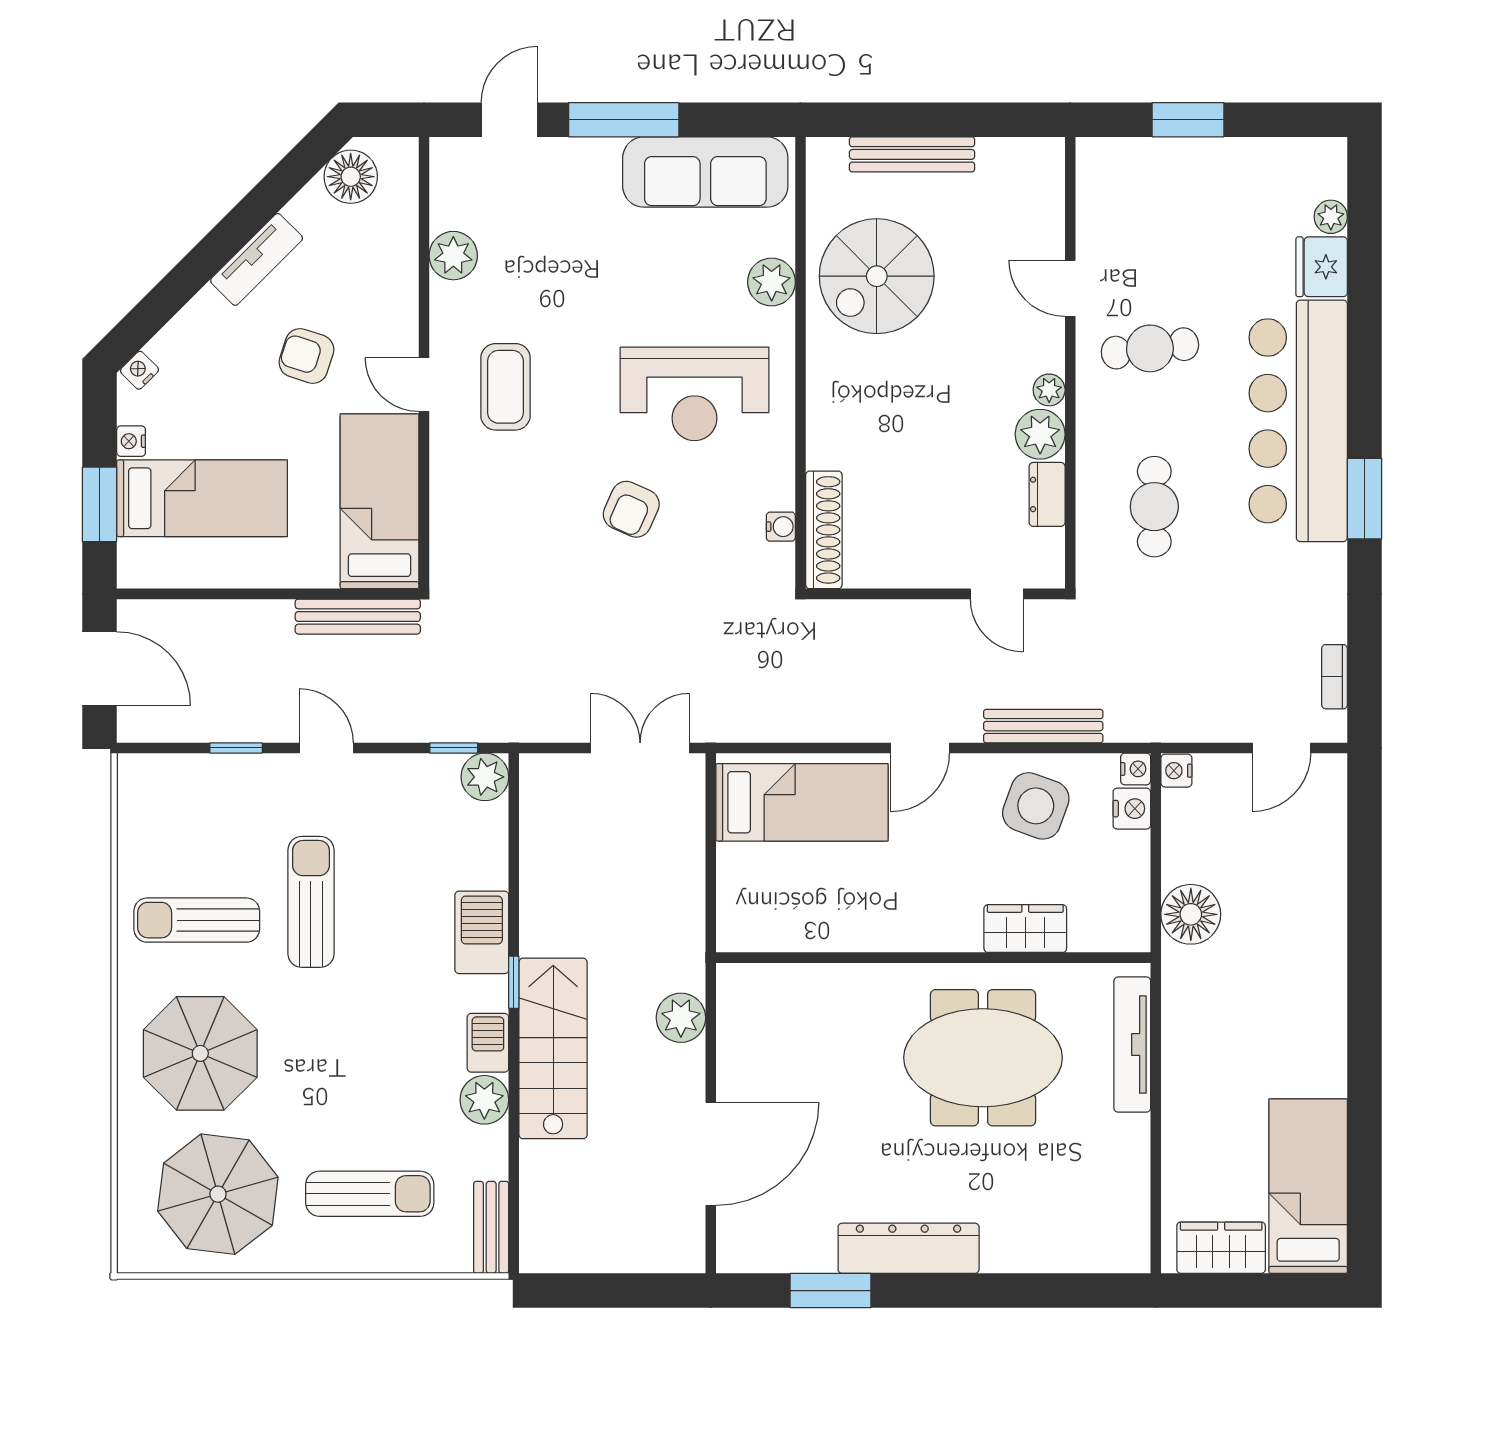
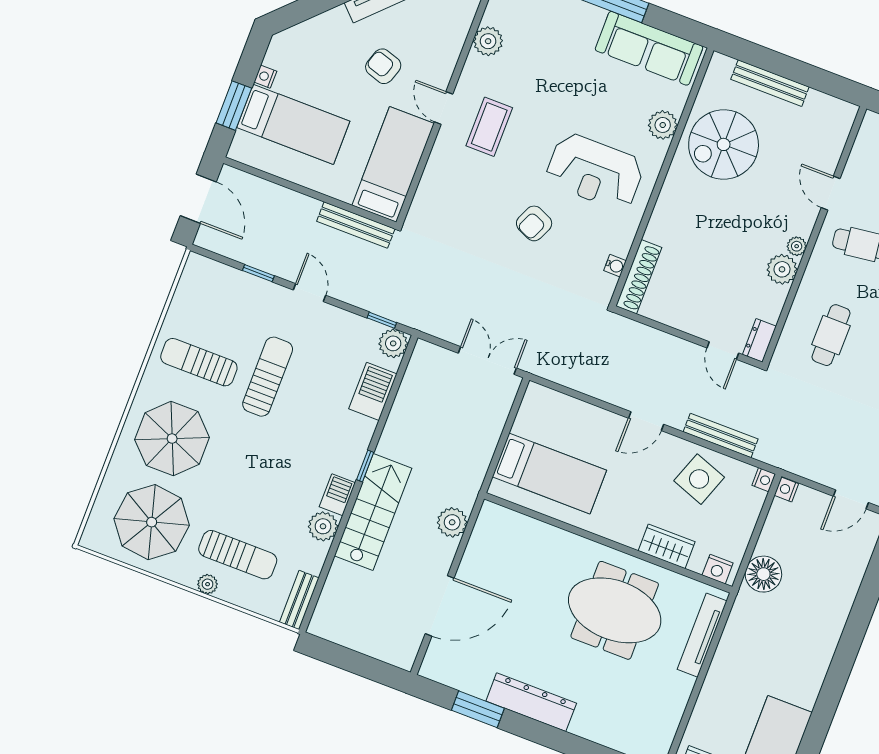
nightstand: (139, 370) -> (285, 38), removed
dresser: (1047, 494) -> (759, 340), moved
bed: (802, 802) -> (549, 473), moved
nightstand: (1132, 809) -> (718, 569), moved, turned 90
barbecue: (482, 932) -> (373, 391), moved
plant: (341, 1257) -> (208, 584), added

